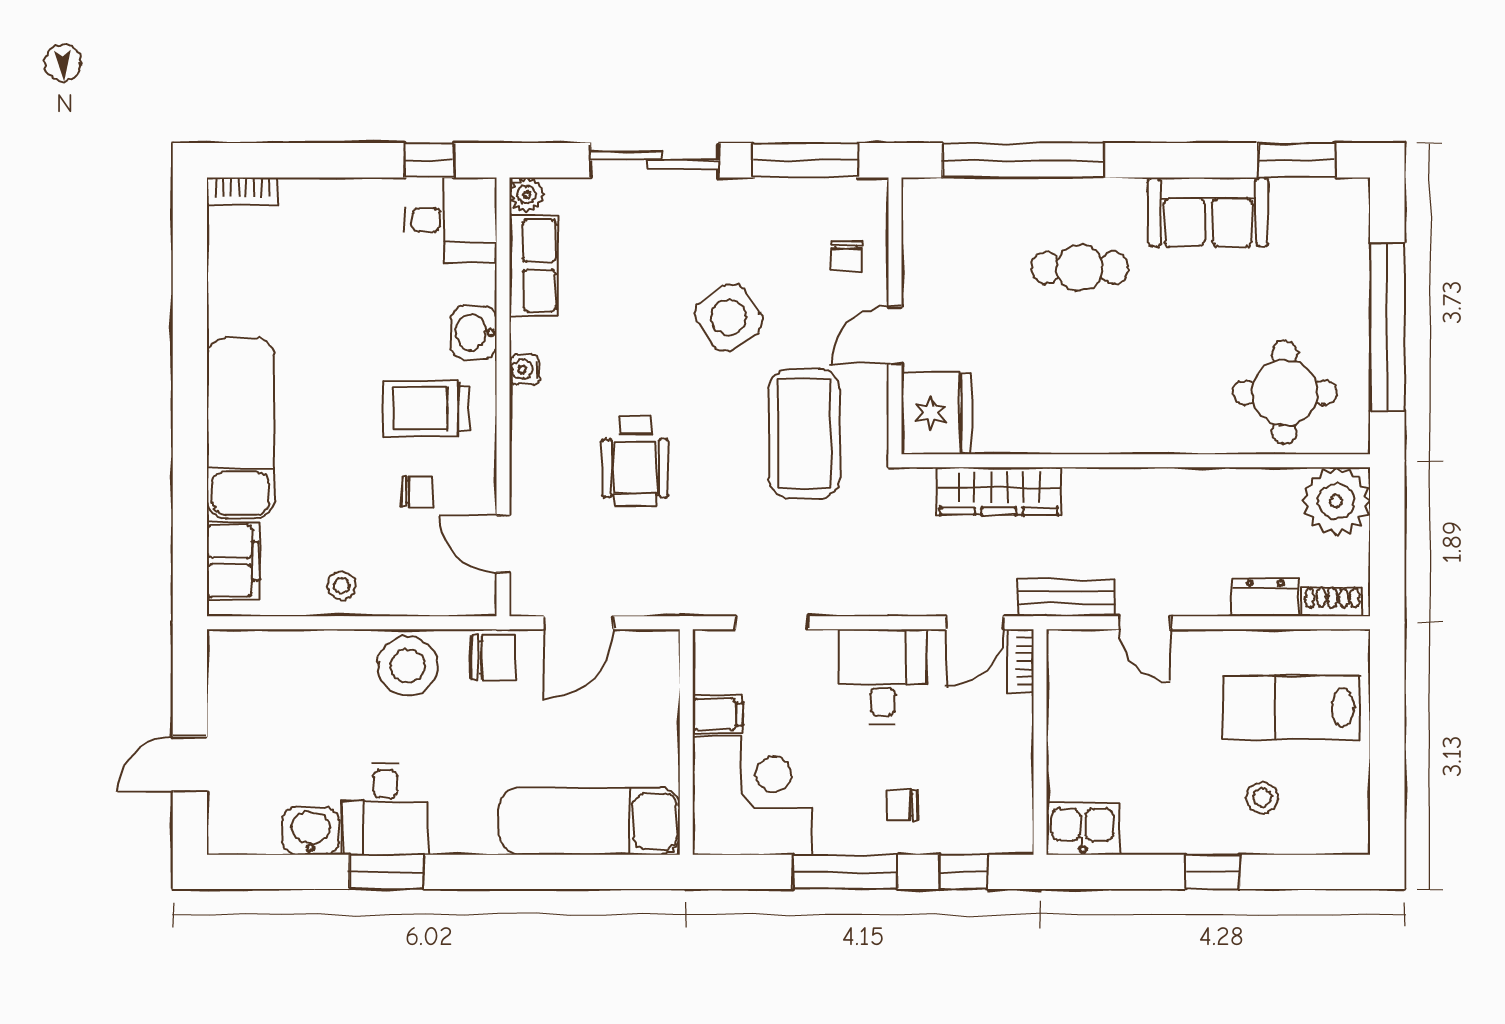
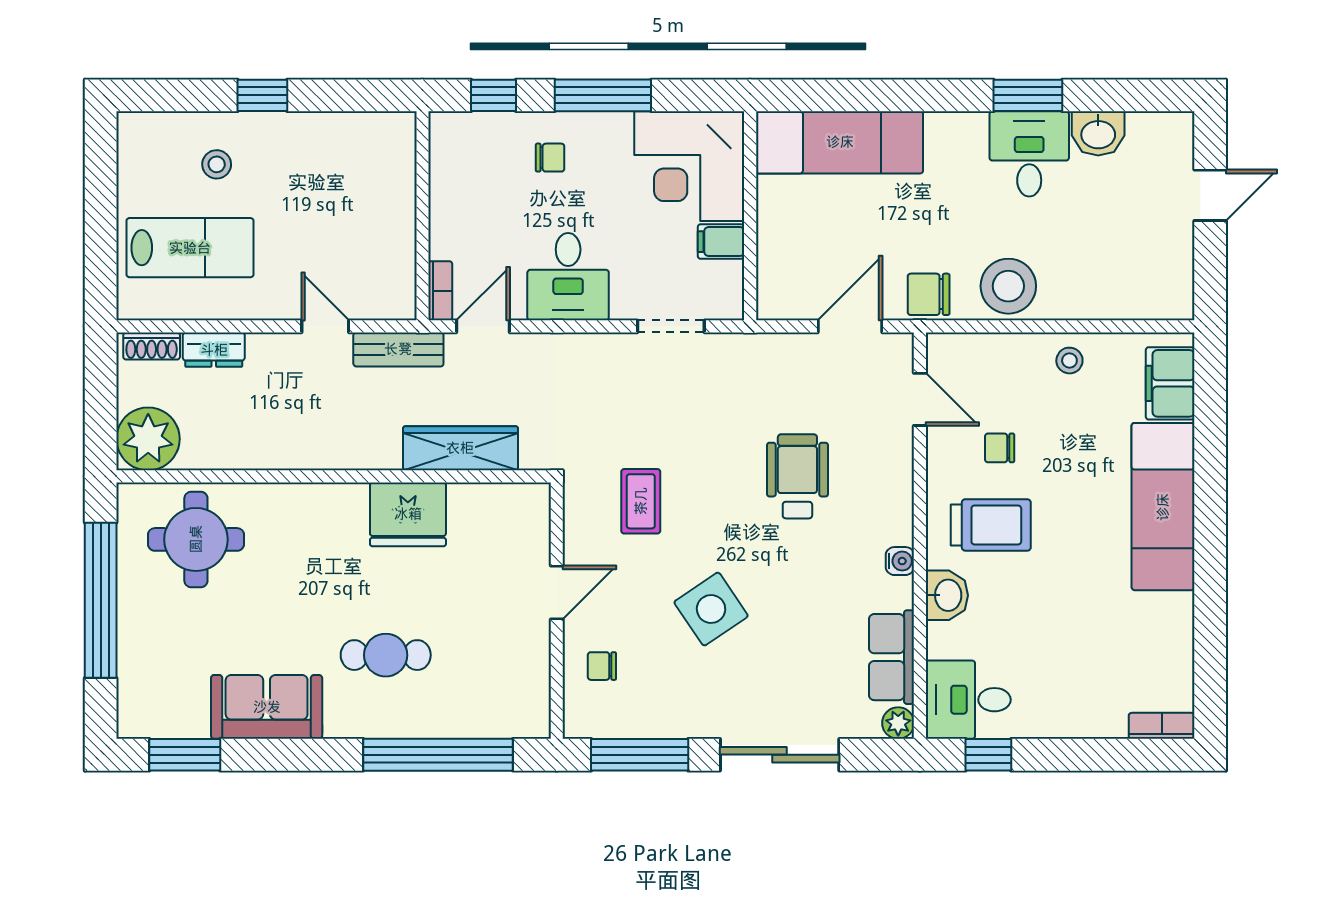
chair: (846, 256) -> (602, 666), turned -90
fridge: (936, 413) -> (408, 514), moved, turned -90
coffee table: (804, 434) -> (641, 501), width x0.54, depth x0.58
kitchen sink: (1083, 828) -> (383, 136), removed

